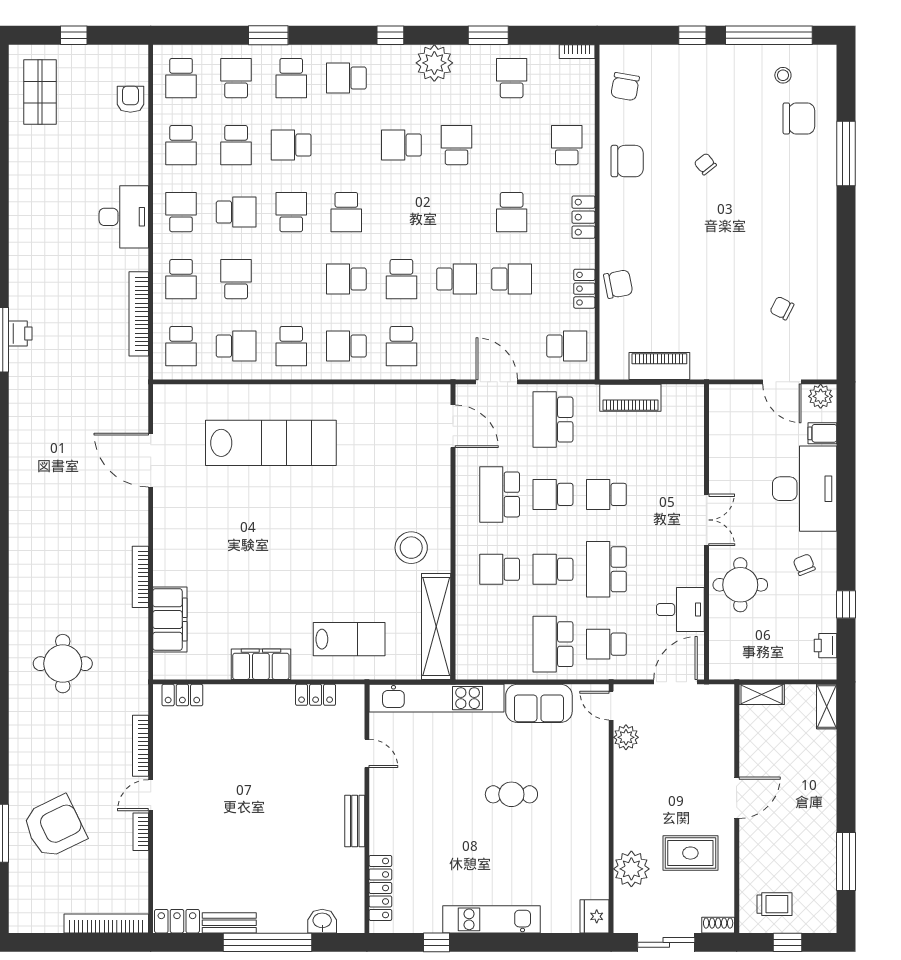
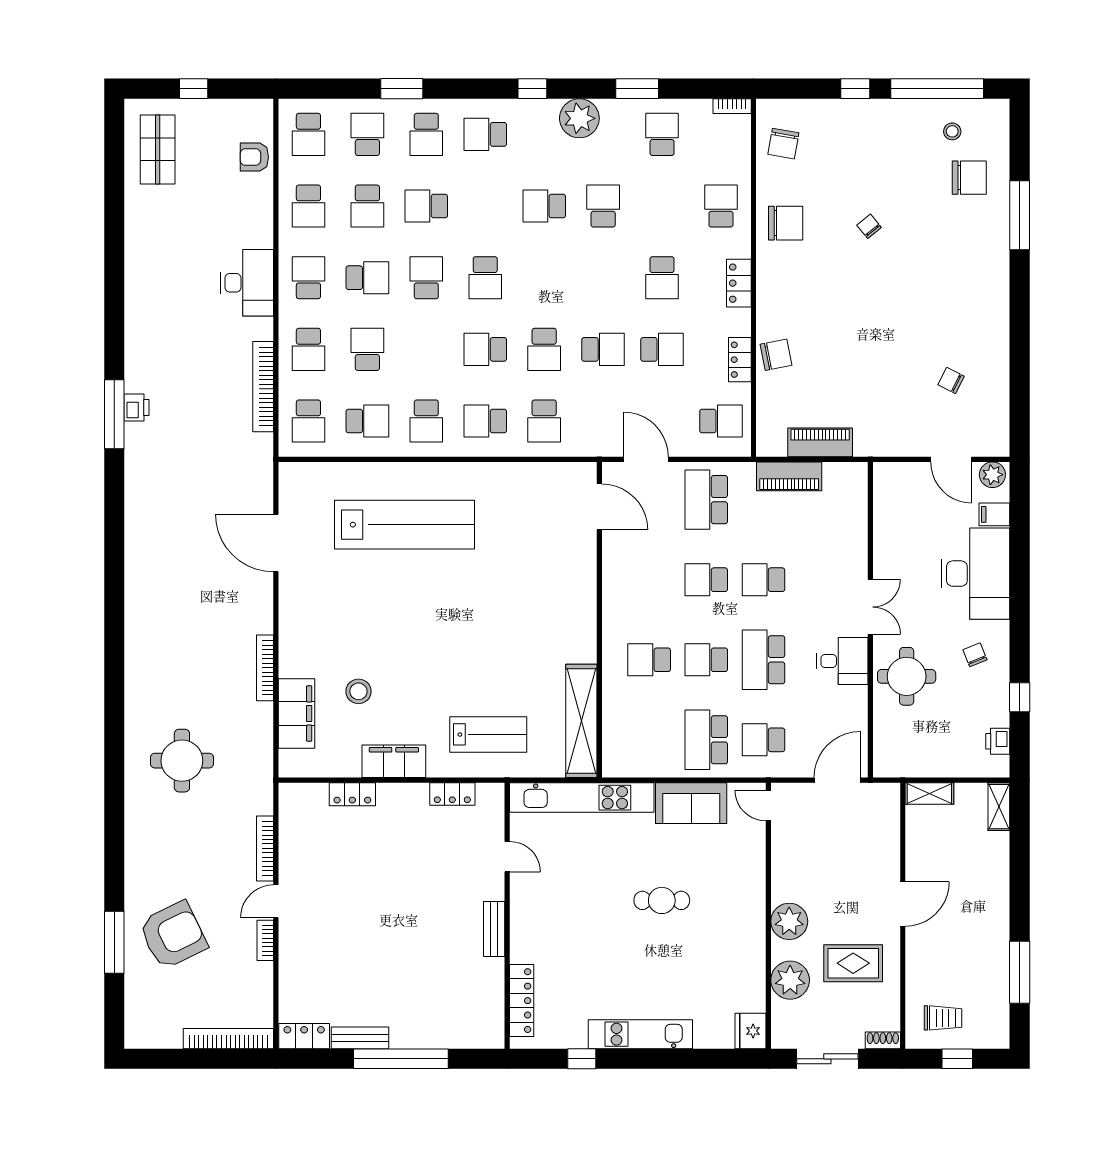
armchair: (130, 99) -> (254, 157), turned -90
school desk: (500, 494) -> (649, 580), removed
stool: (411, 548) -> (358, 691), moved, width x0.73, depth x0.73
desk: (680, 610) -> (842, 661), moved
locker: (182, 695) -> (352, 794), moved
plant: (626, 737) -> (789, 921), moved, width x1.36, depth x1.36
washbasin: (322, 921) -> (459, 1036), removed

